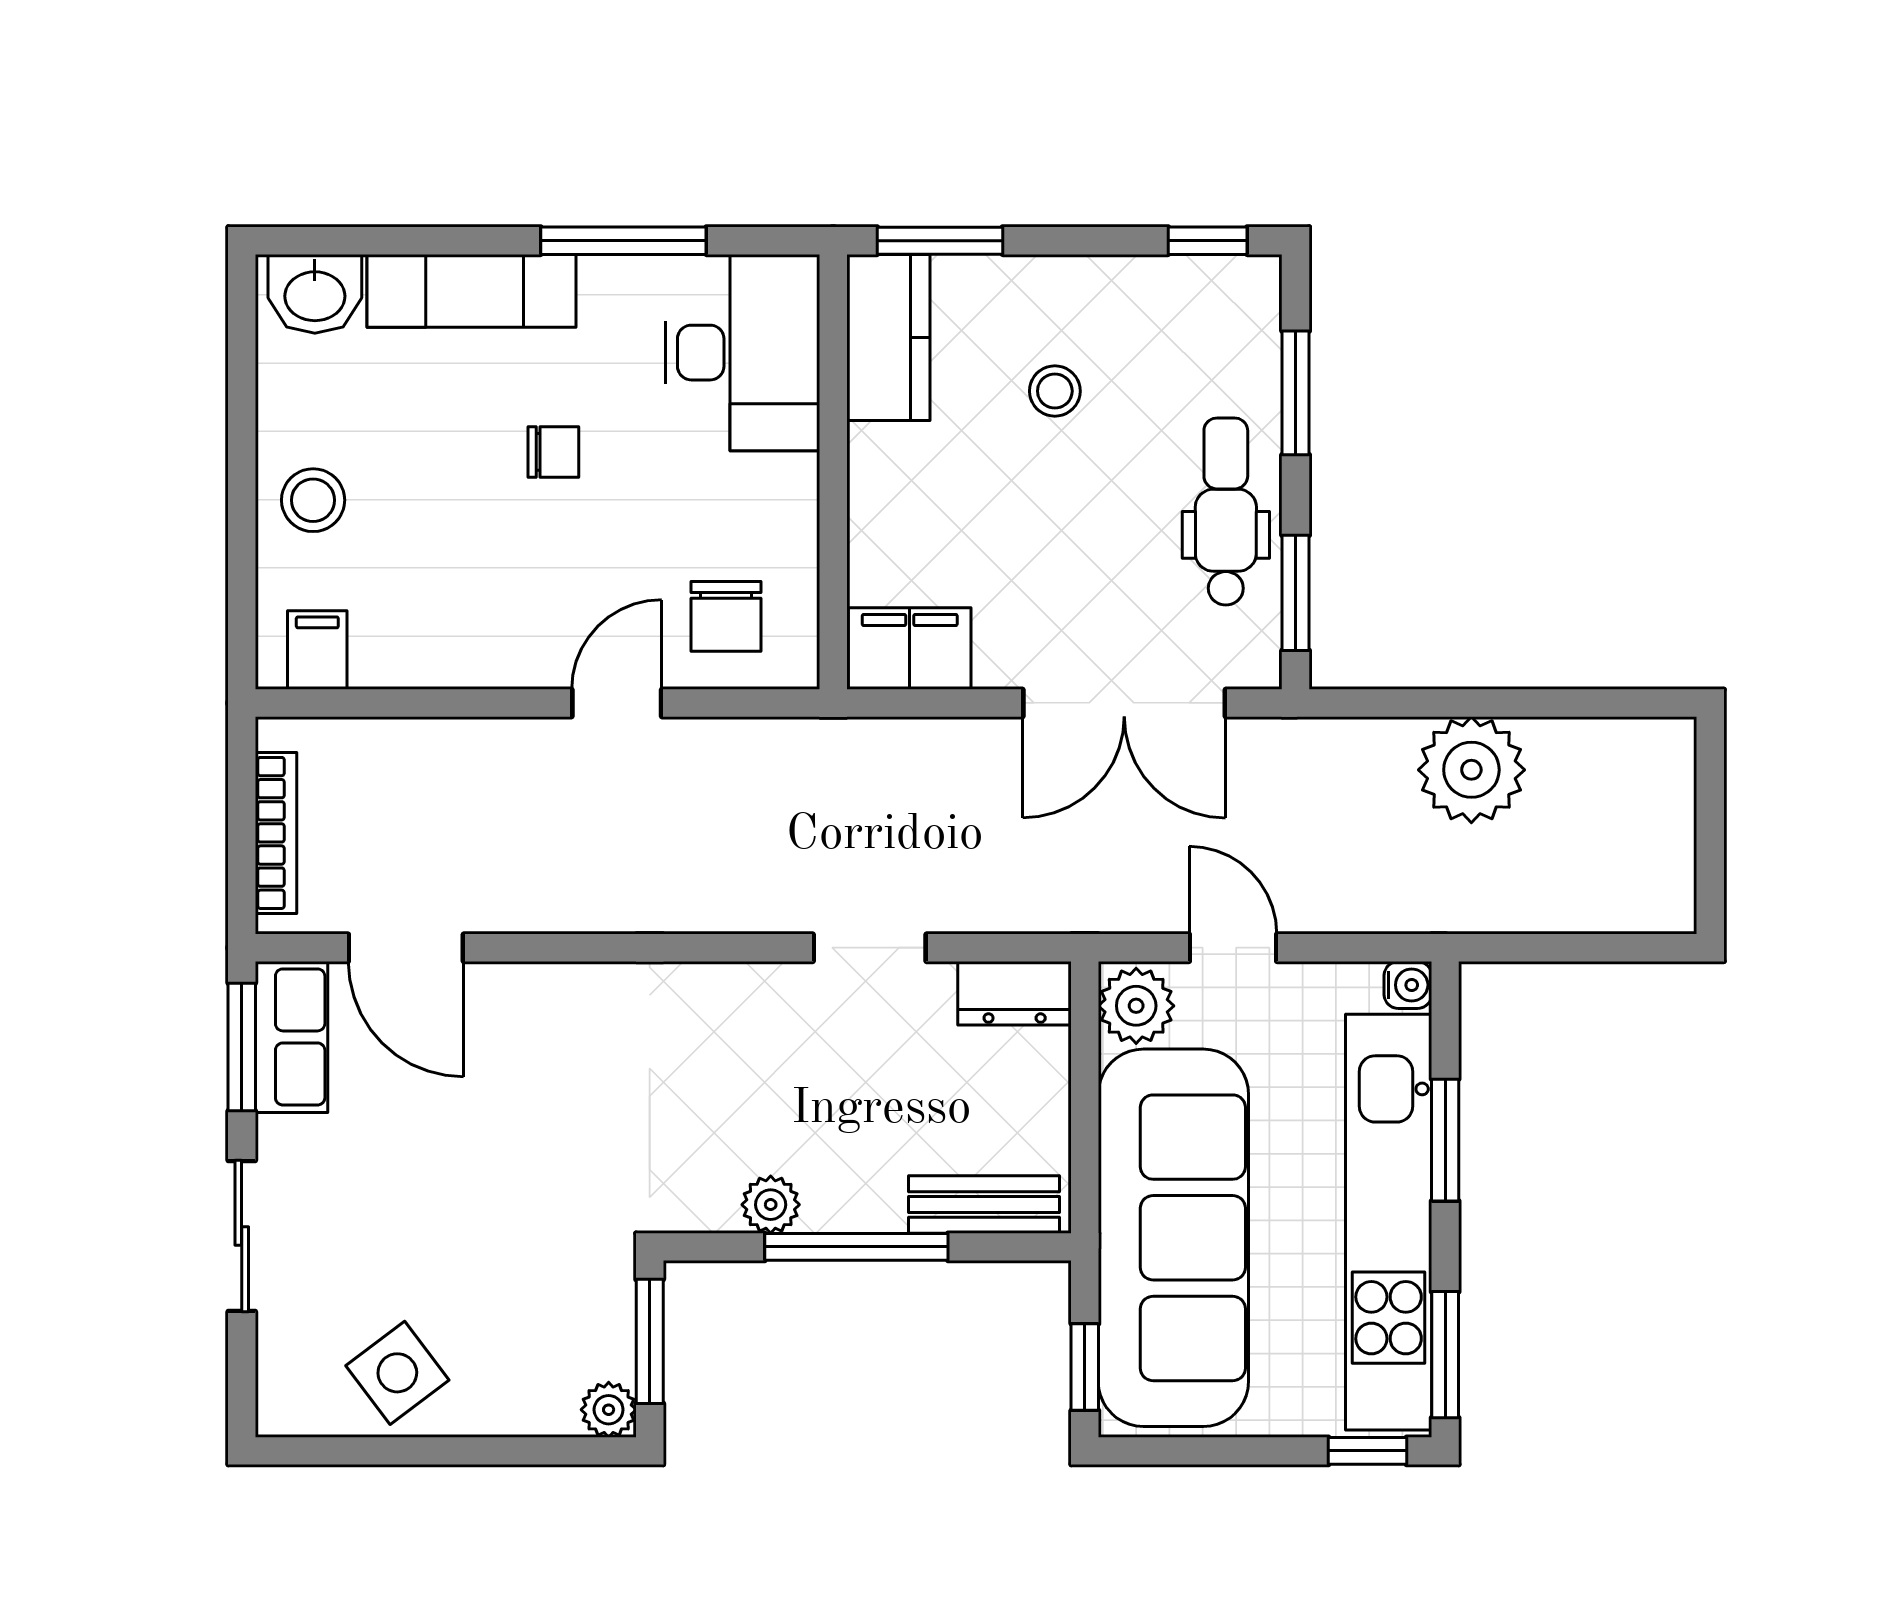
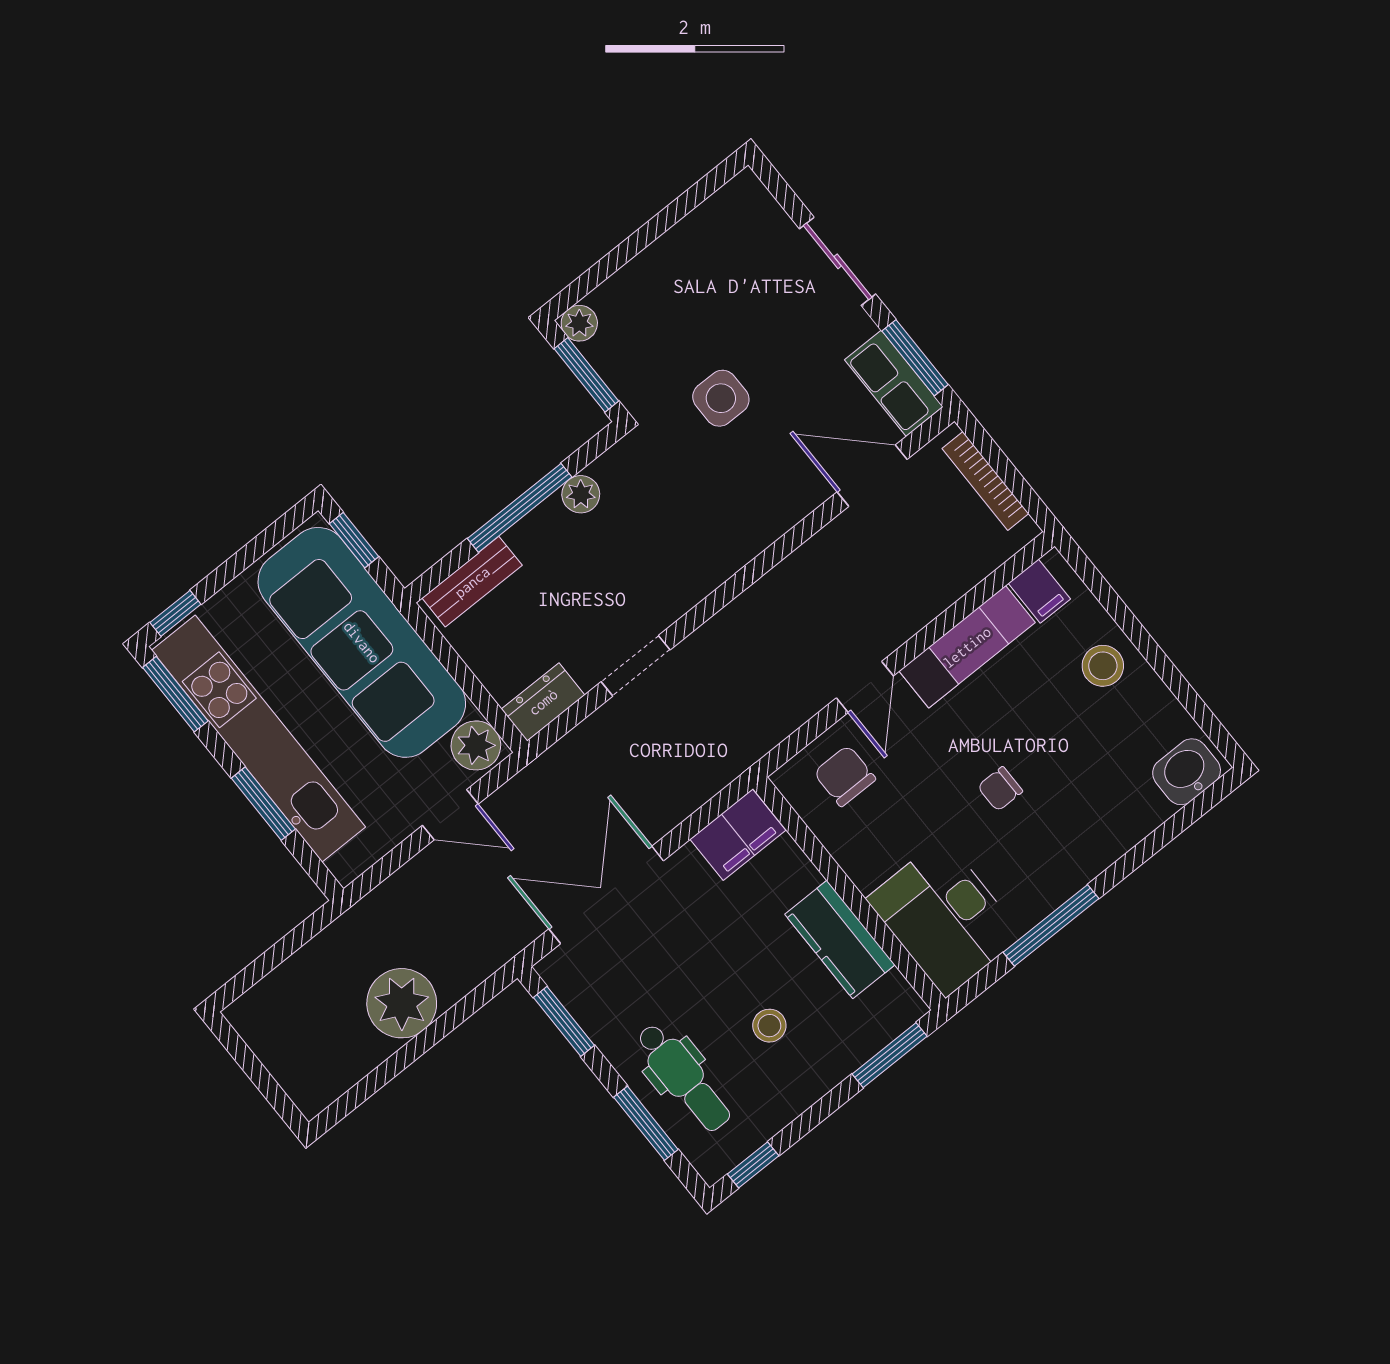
exam couch: (471, 291) -> (967, 647), moved, turned 180
kitchen counter: (888, 337) -> (840, 939), moved
dental chair: (1226, 511) -> (683, 1077), moved
water cooler: (1408, 985) -> (346, 867), removed
side table: (397, 1373) -> (721, 398), moved, turned 37

